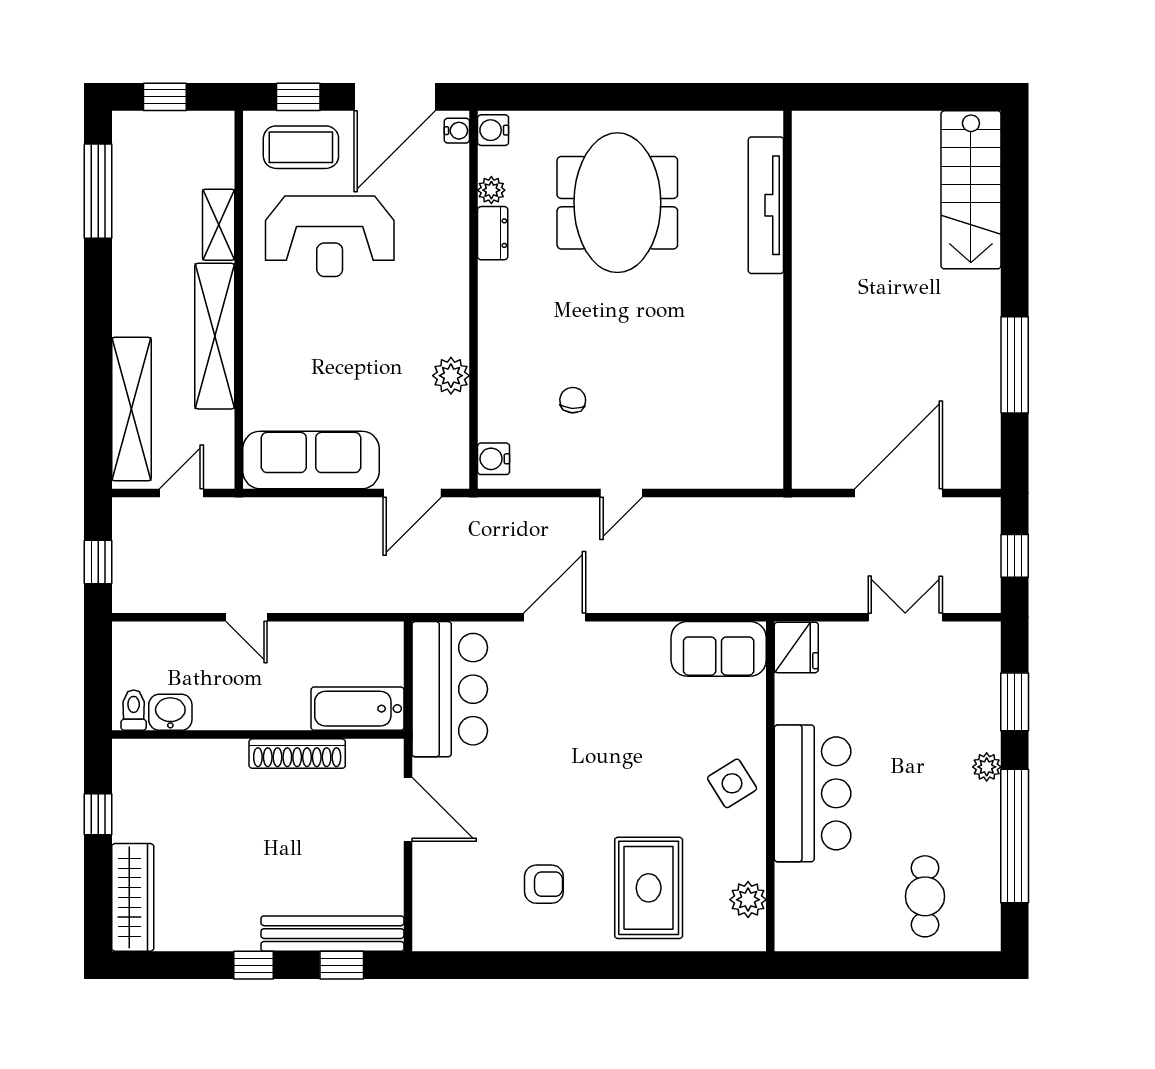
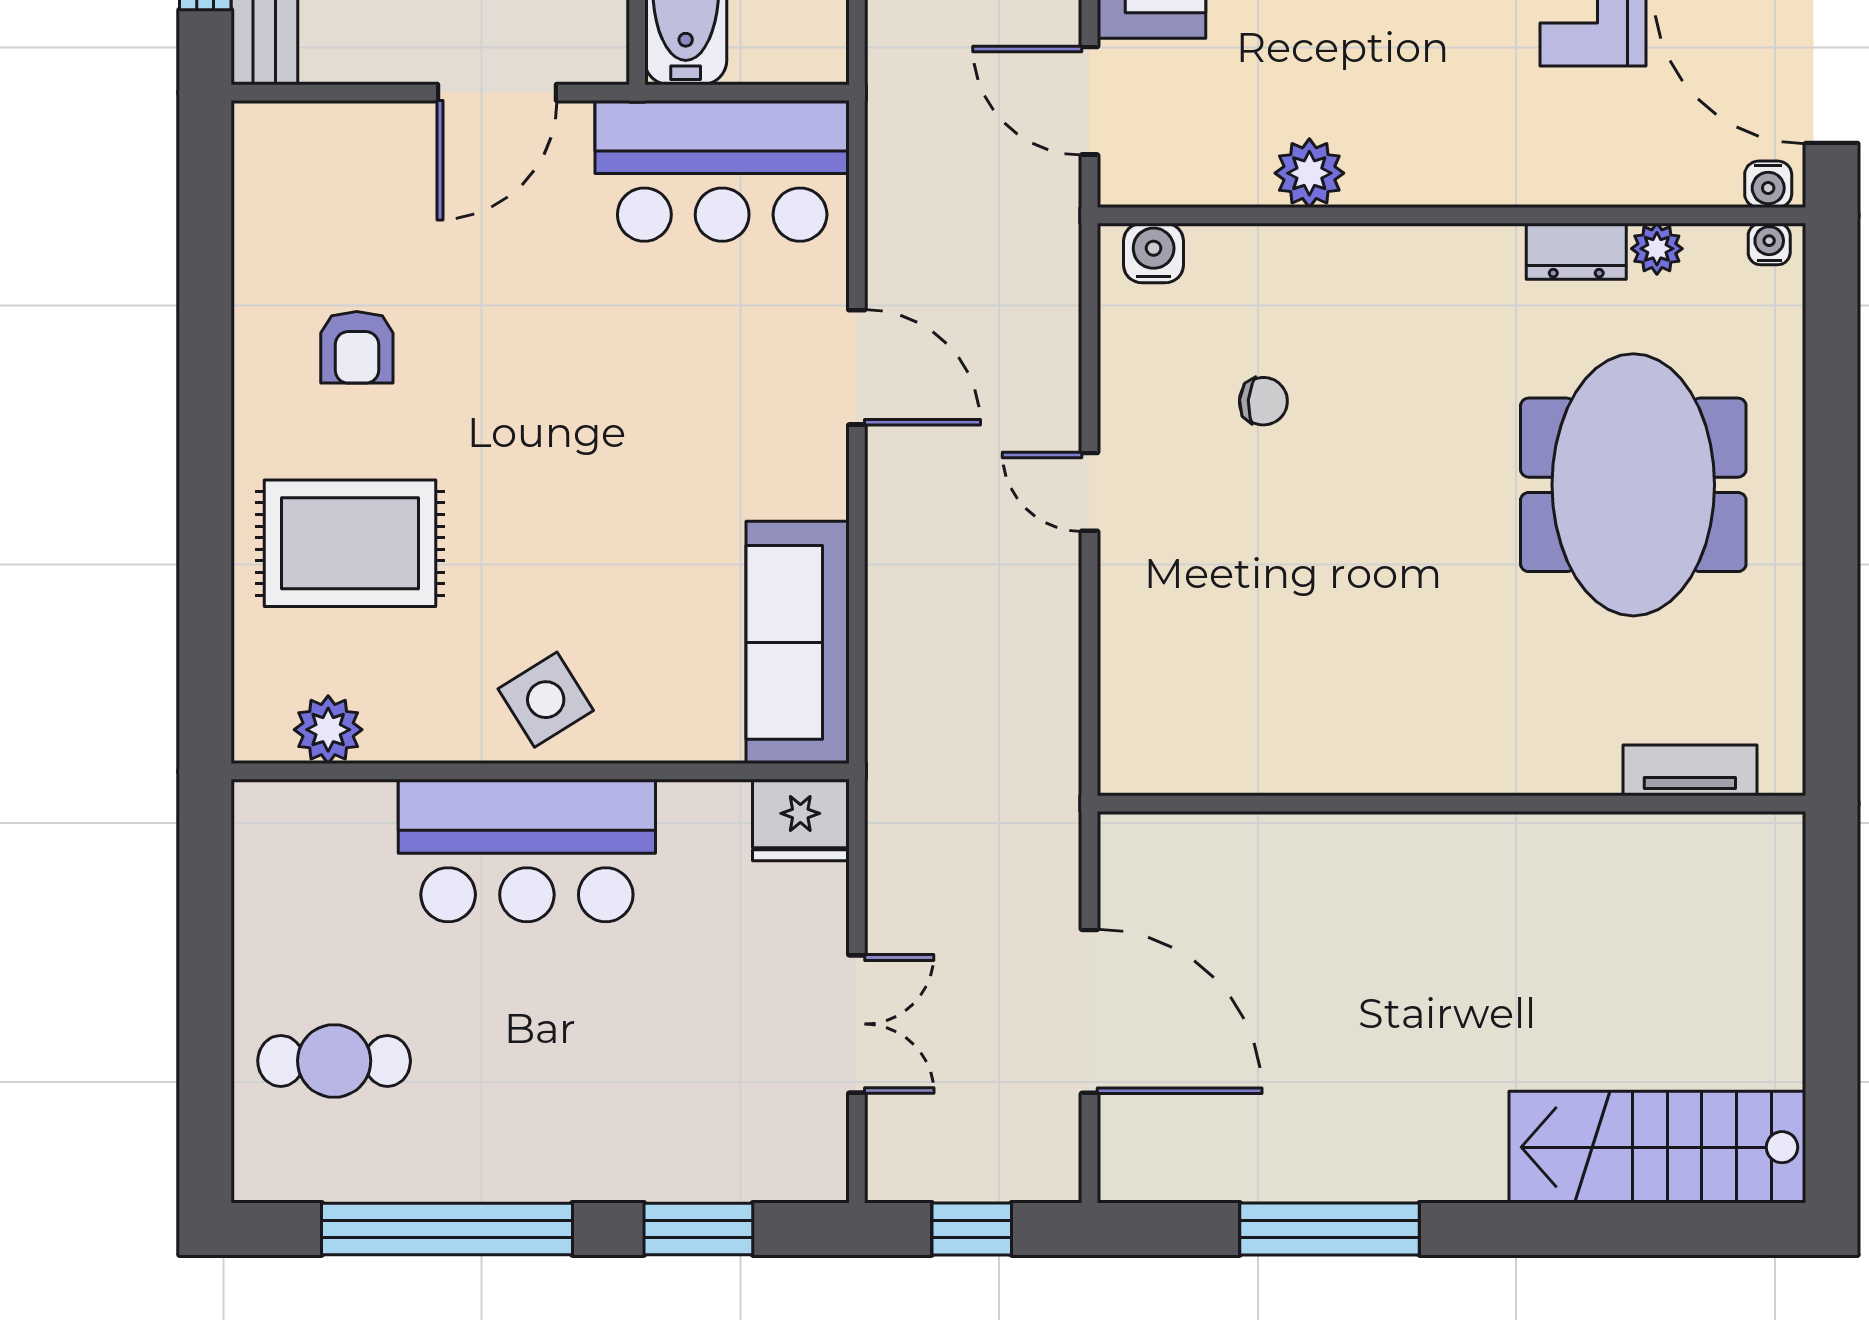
water cooler: (493, 130) -> (1769, 244), width x0.72, depth x0.72
meeting table: (617, 203) -> (1633, 485), turned 90
tv unit: (766, 205) -> (1690, 770), width x0.52, depth x0.78
sofa: (719, 649) -> (798, 642), width x1.36
plant: (987, 767) -> (577, 1177), removed

